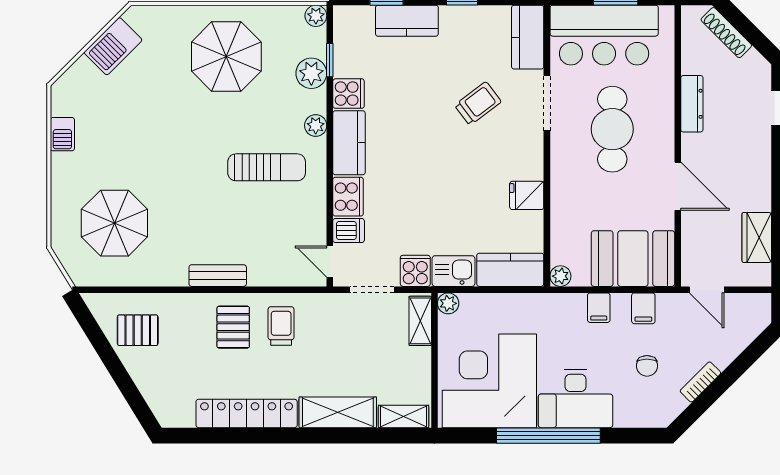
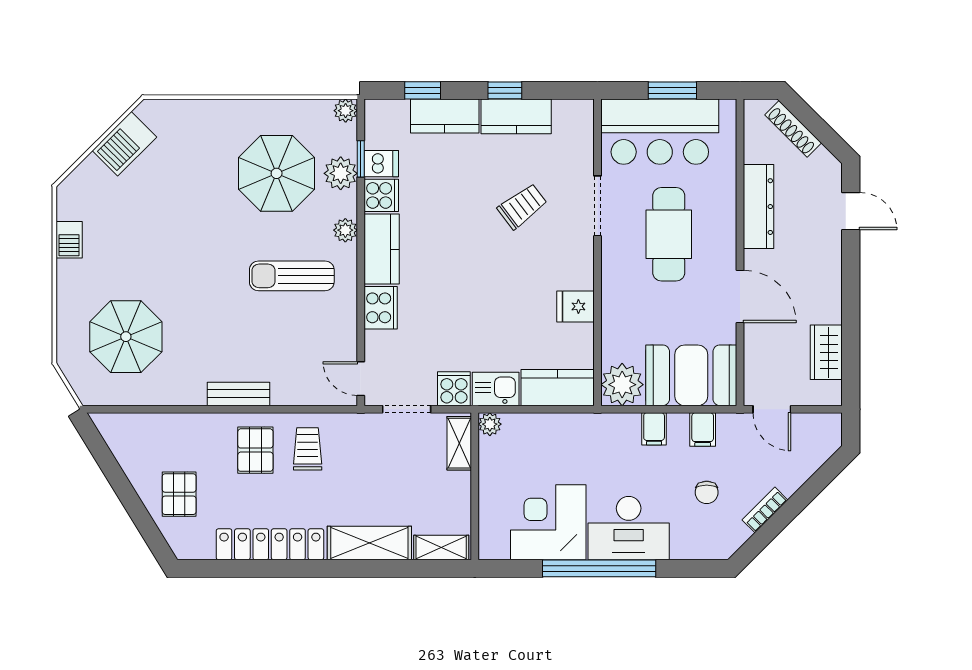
kitchen counter: (528, 37) -> (516, 116), moved, turned -90
parasol: (226, 57) -> (277, 173), moved
dresser: (692, 104) -> (759, 207), width x1.37, depth x1.24
sun lounger: (267, 167) -> (292, 276), turned 180
dishwasher: (349, 231) -> (381, 164), moved
plant: (560, 276) -> (622, 385), width x1.88, depth x1.88
pallet: (138, 330) -> (179, 494), moved, turned 90
corner desk: (489, 381) -> (548, 522), width x0.74, depth x0.74

